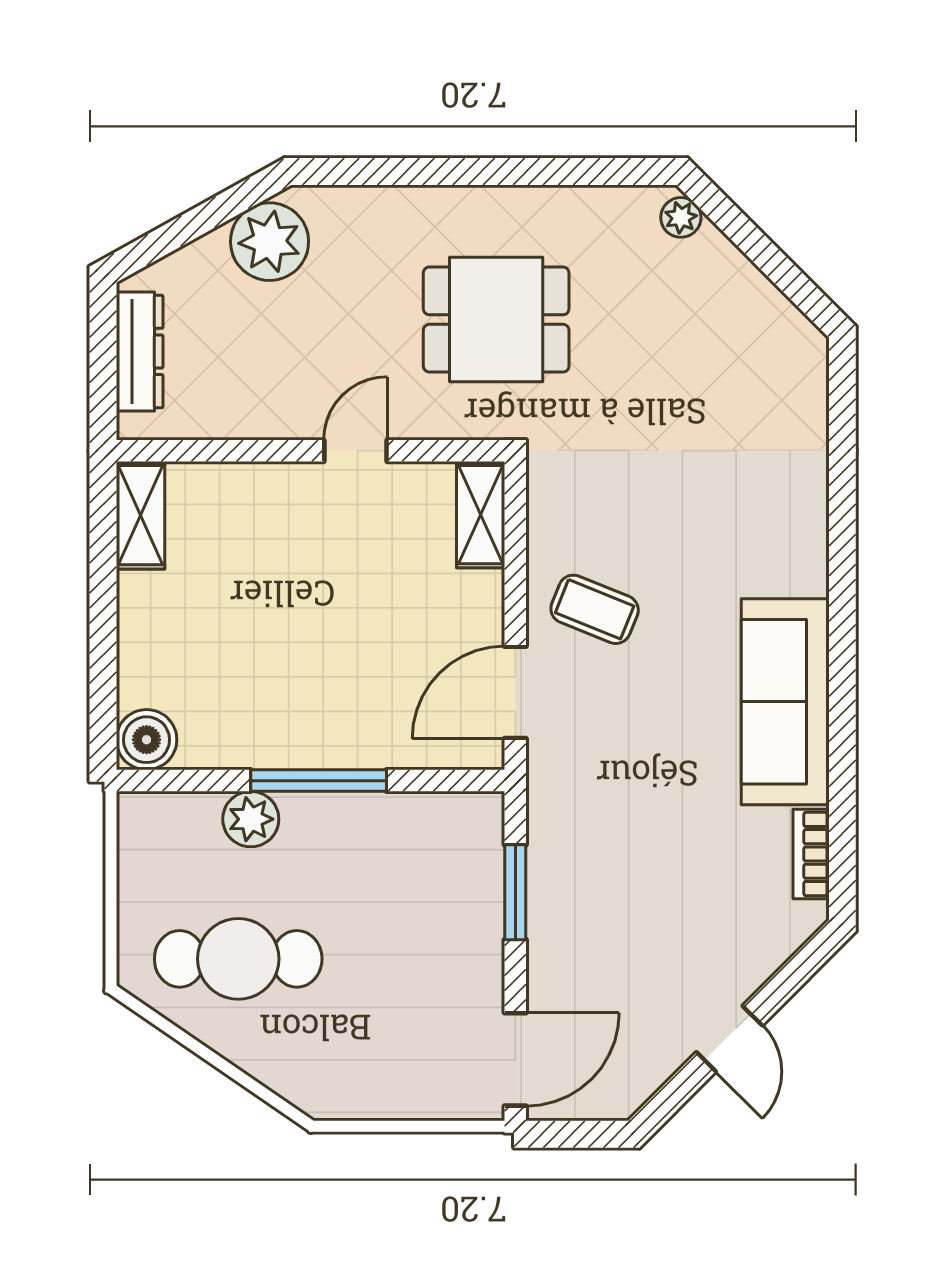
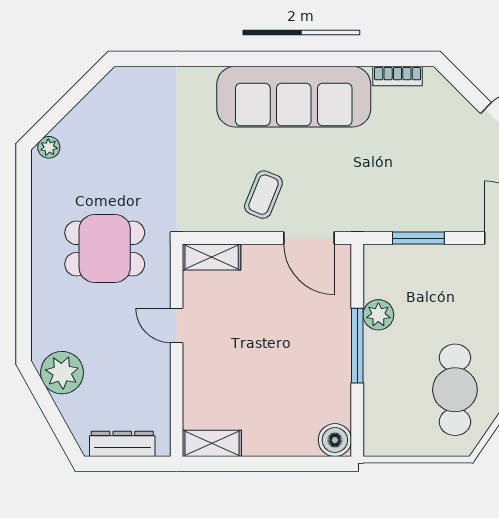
dining table: (496, 320) -> (105, 248), turned 90
sofa: (785, 702) -> (294, 97), width x1.36, depth x1.27
plant: (251, 819) -> (378, 315), moved

